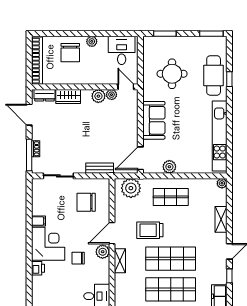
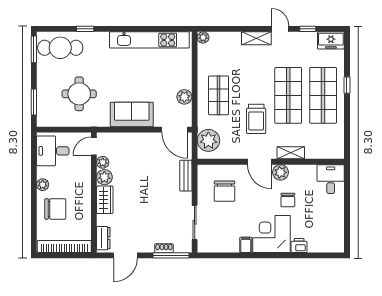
cafe table: (214, 75) -> (60, 48), moved
wardrobe: (68, 96) -> (105, 200), moved
shelving: (221, 219) -> (256, 38), moved

